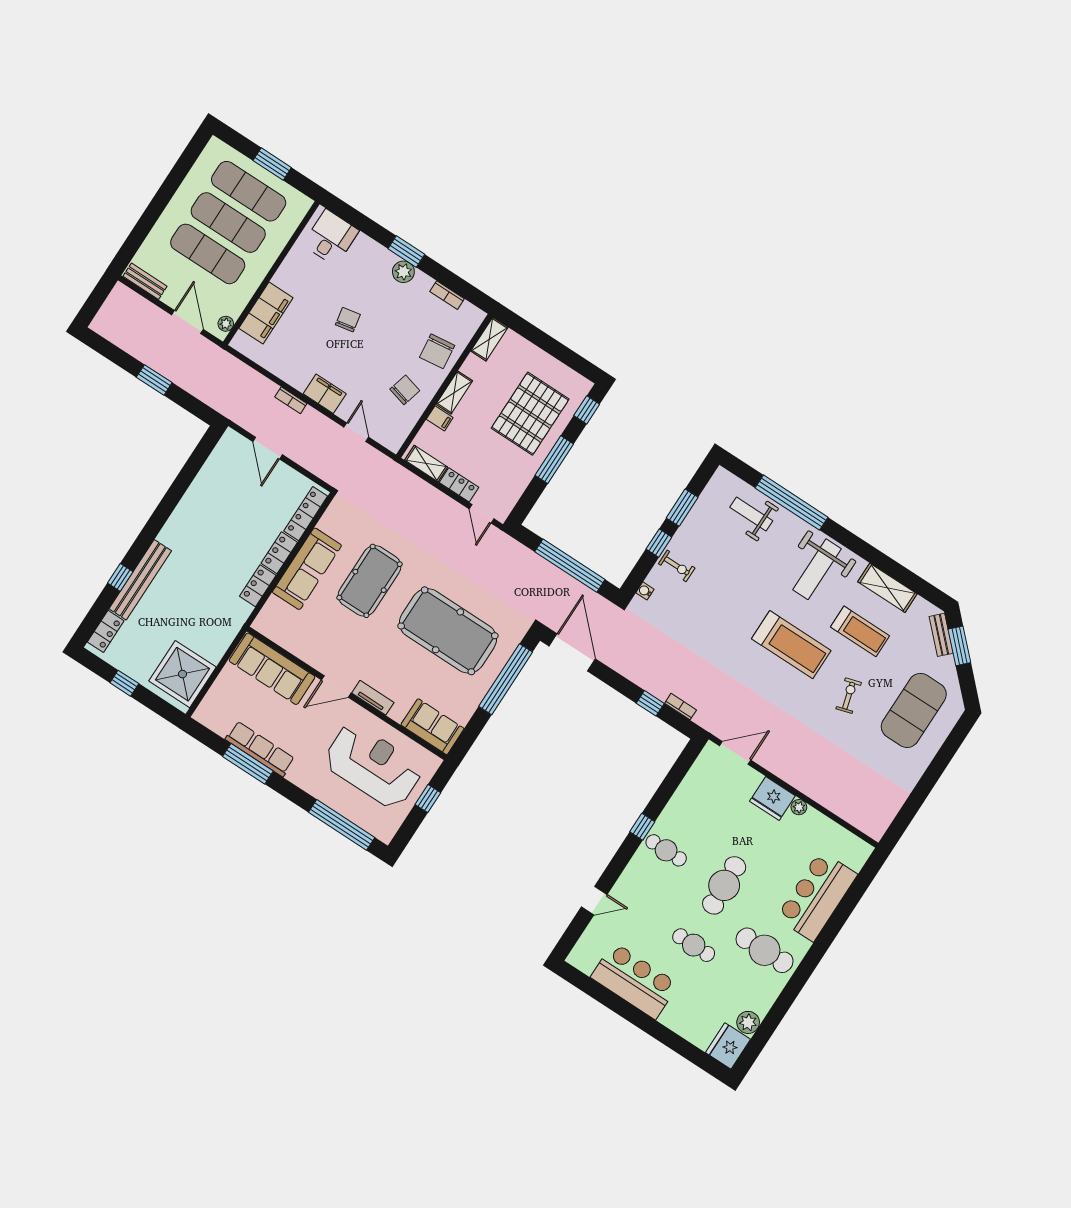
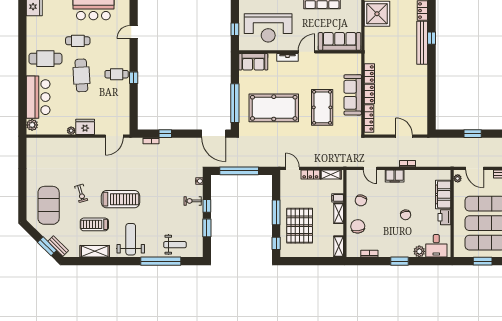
plant: (403, 272) -> (419, 251), moved
printer: (288, 275) -> (444, 217), added
treadmill: (791, 645) -> (121, 199), turned 180
plant: (748, 1022) -> (32, 125), moved

